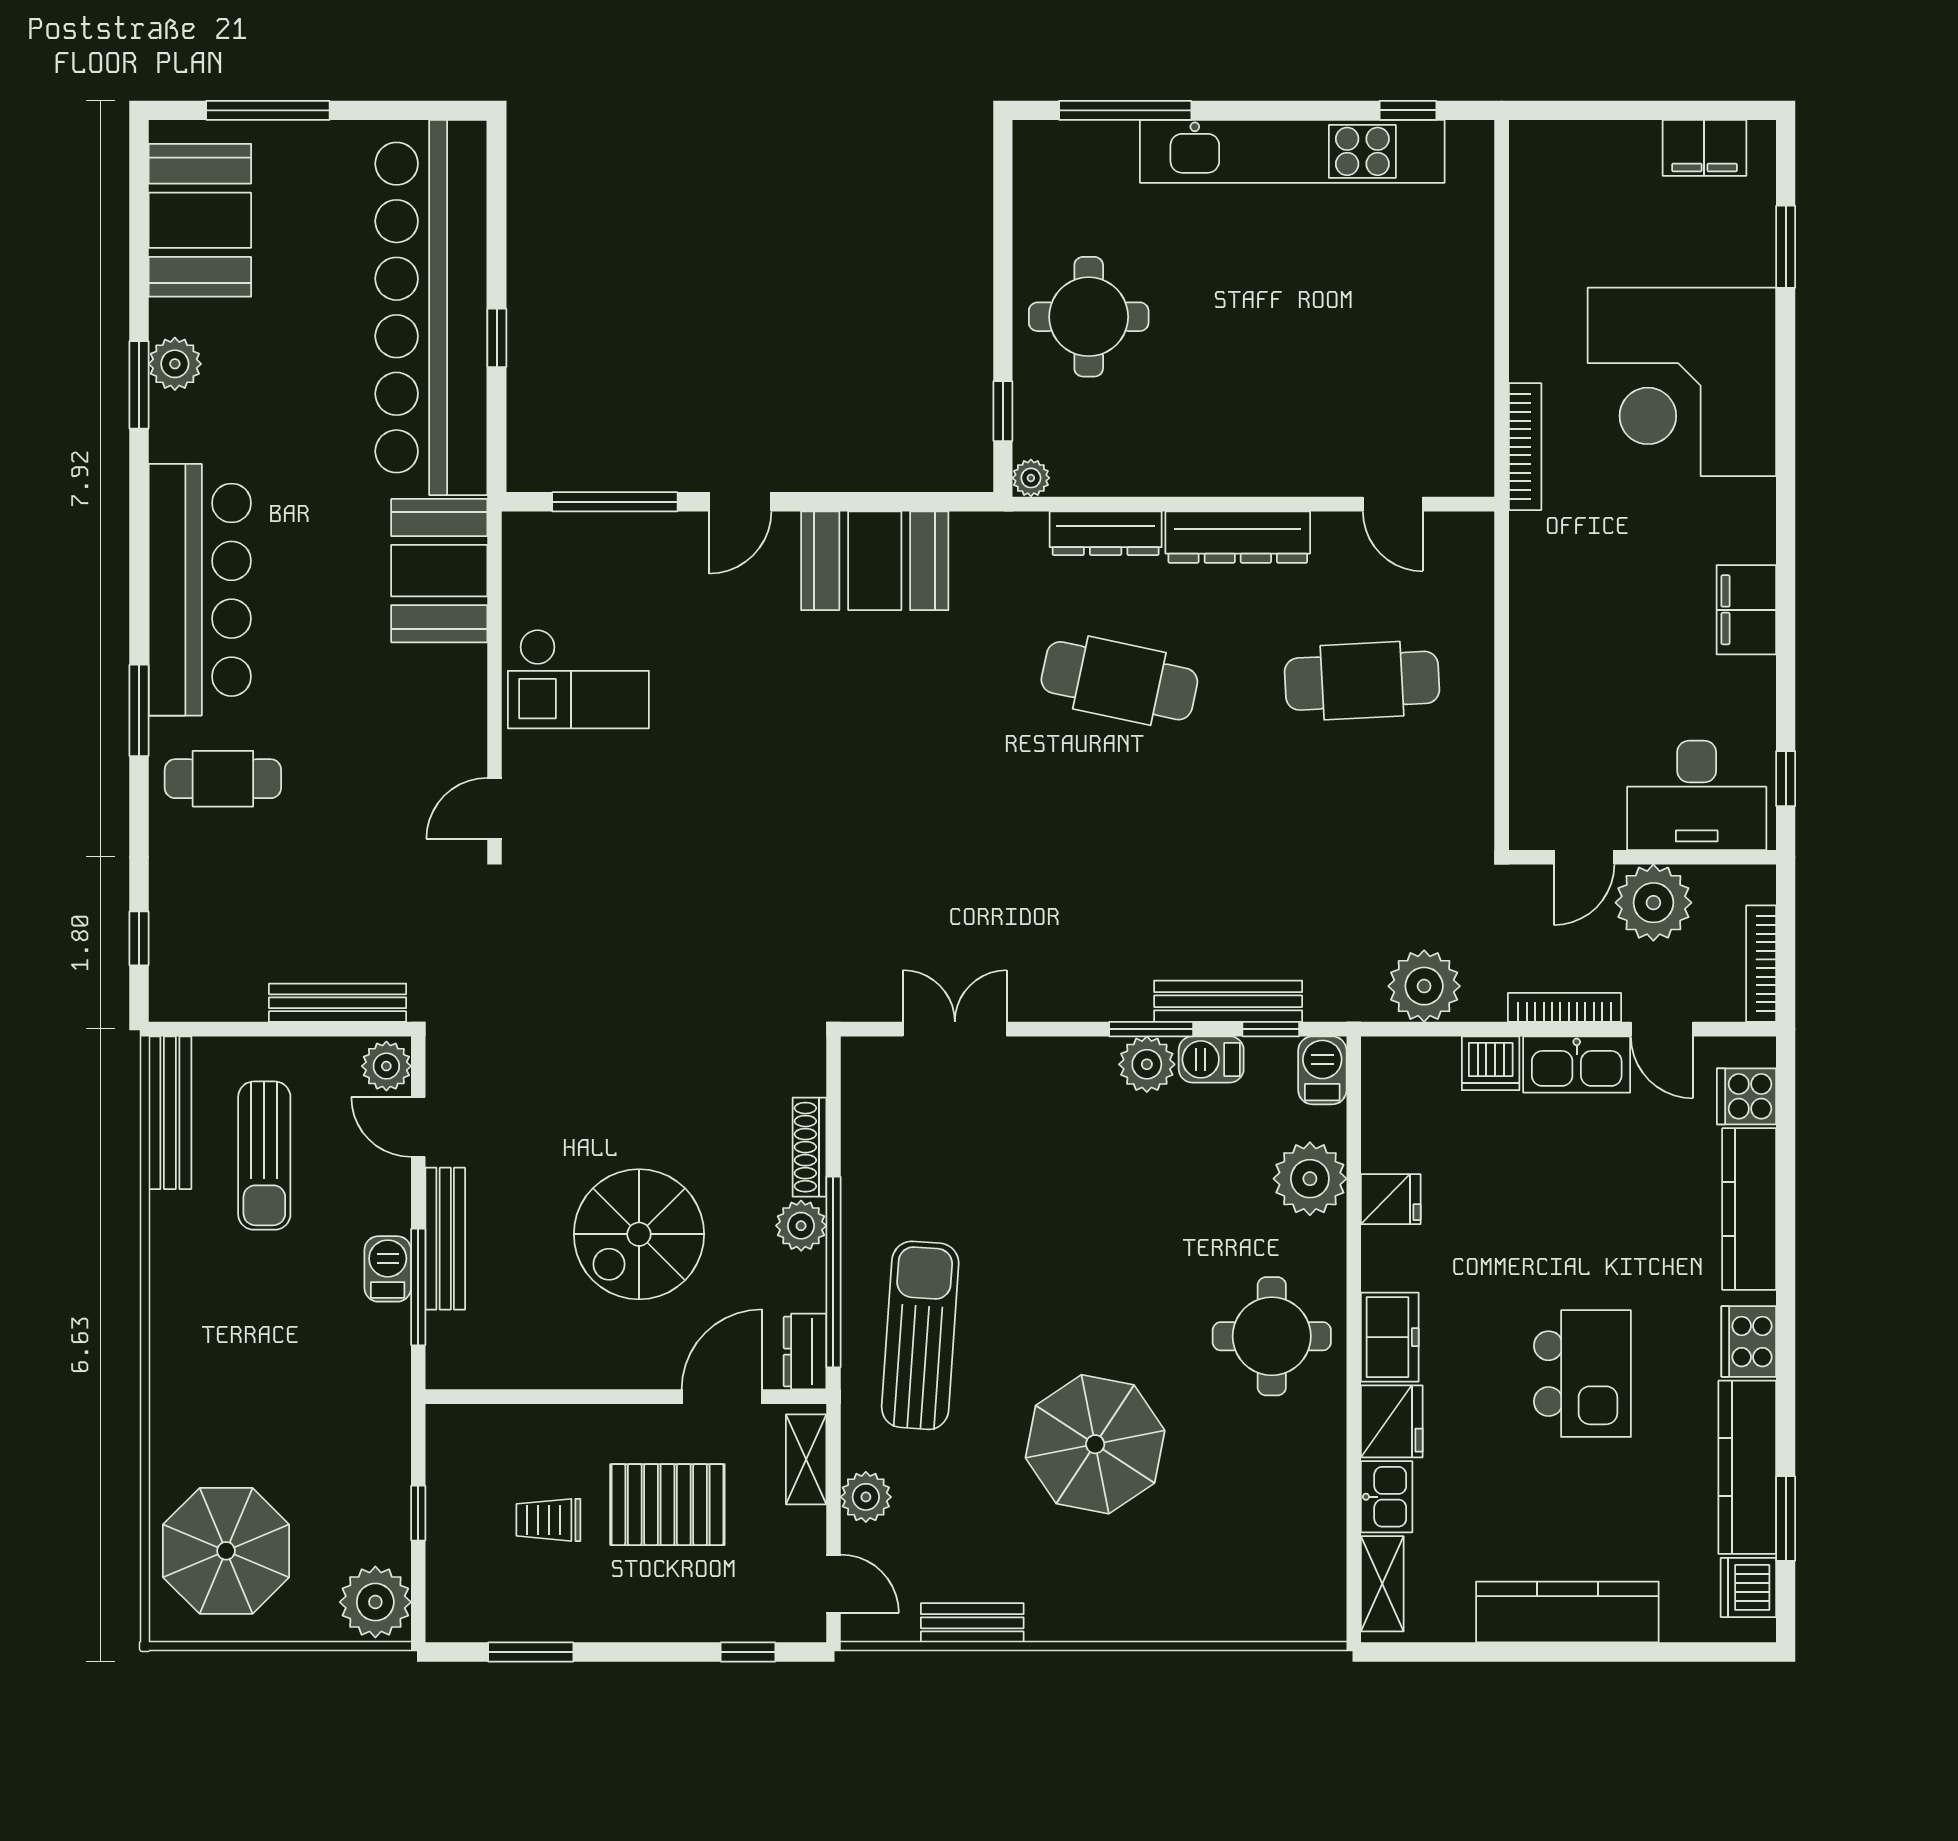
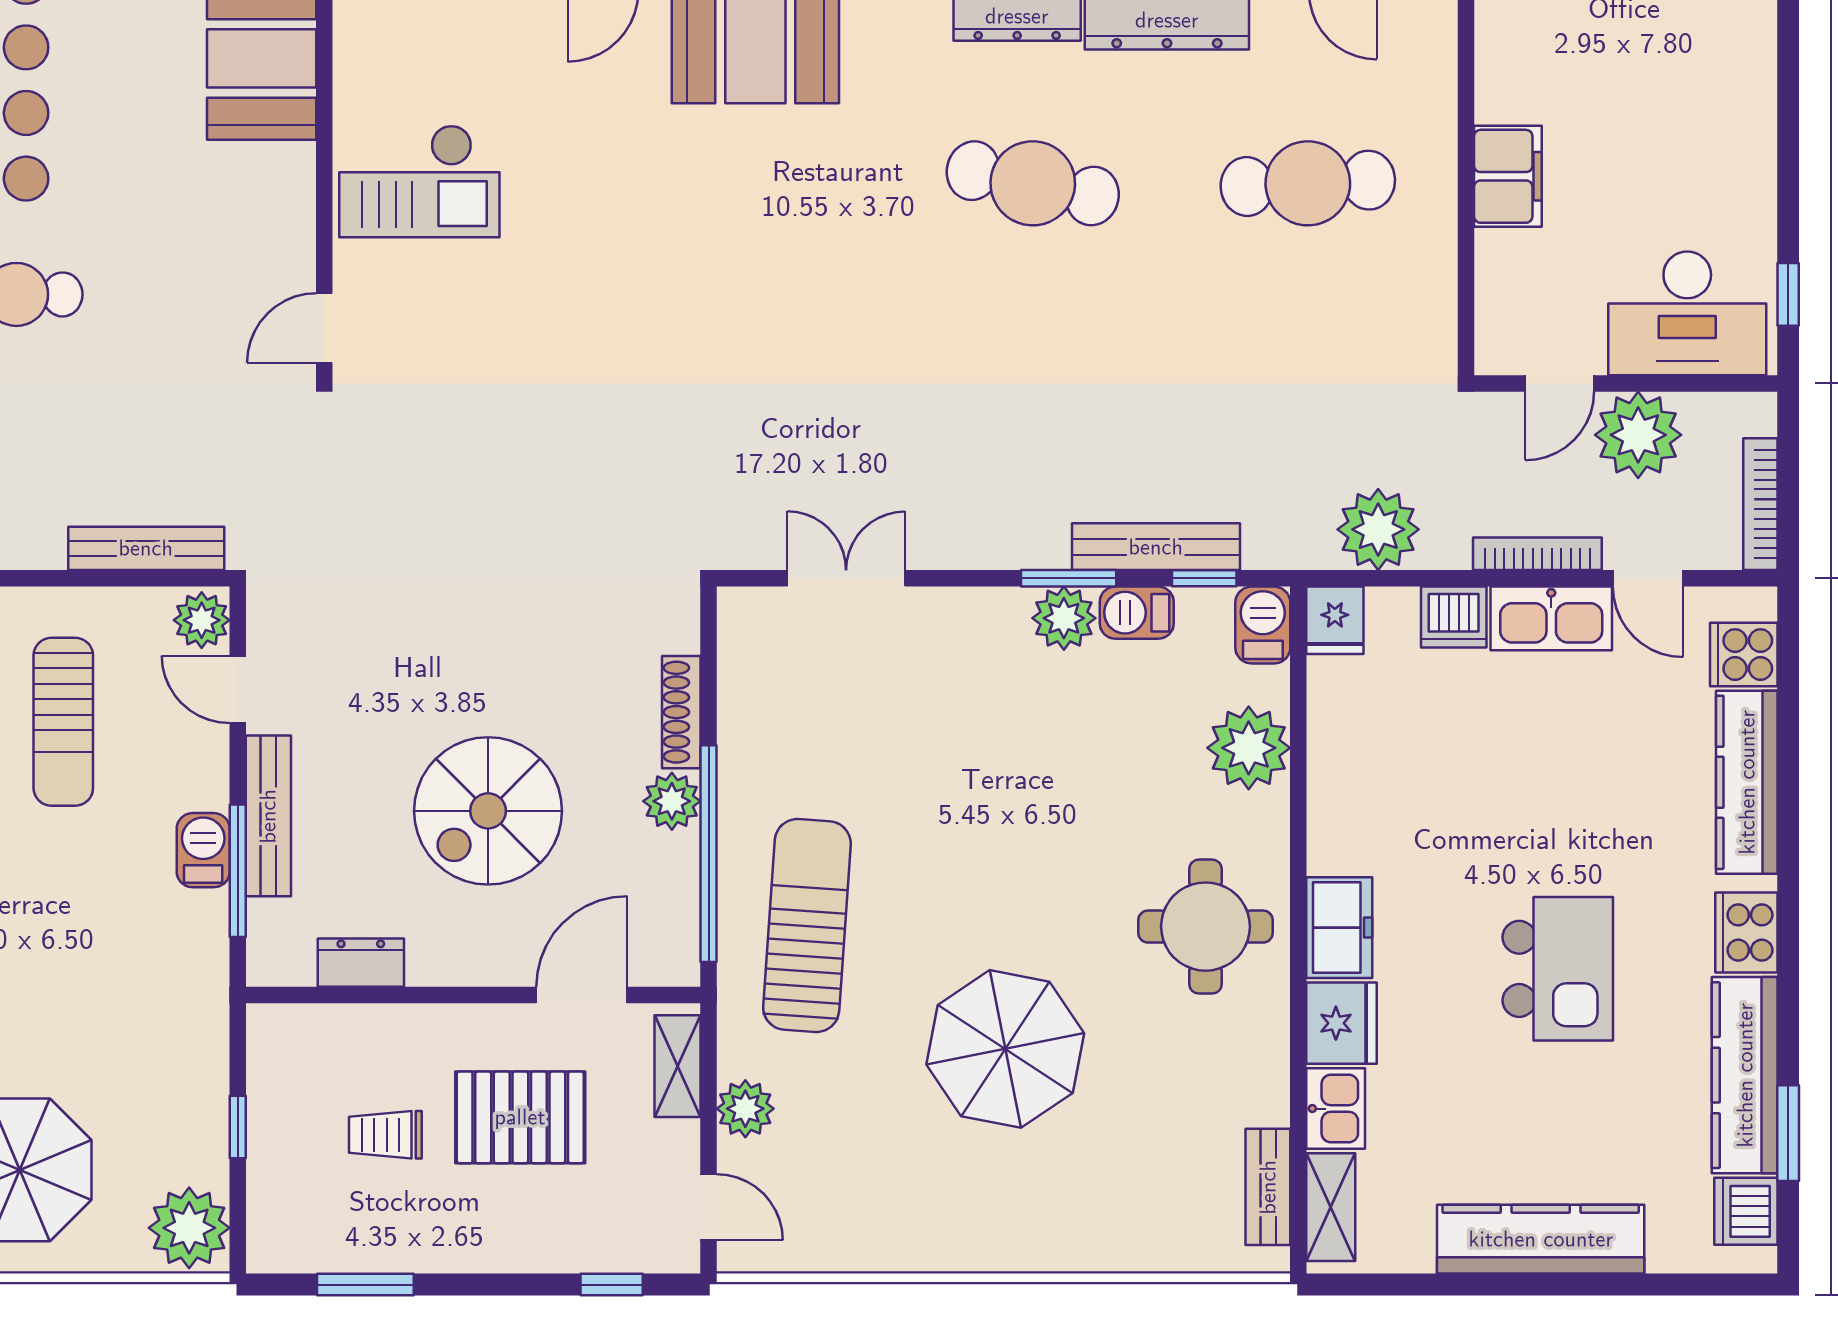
filing cabinet: (1746, 610) -> (1508, 176), moved, turned 180
fridge: (1391, 1199) -> (1335, 620), moved, turned 90
dresser: (805, 1352) -> (361, 963), moved, turned 90
bench: (972, 1623) -> (1268, 1187), moved, turned 90

